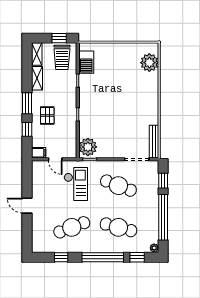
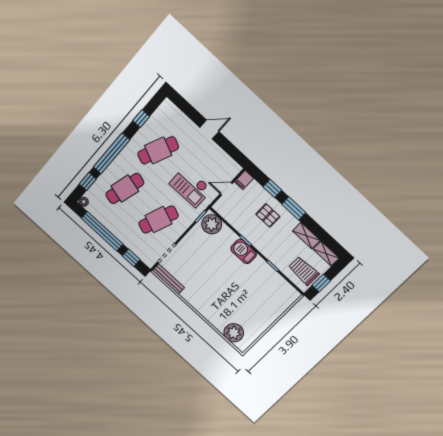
barbecue: (86, 62) -> (244, 251), moved
cafe table: (72, 227) -> (158, 150), turned 45

